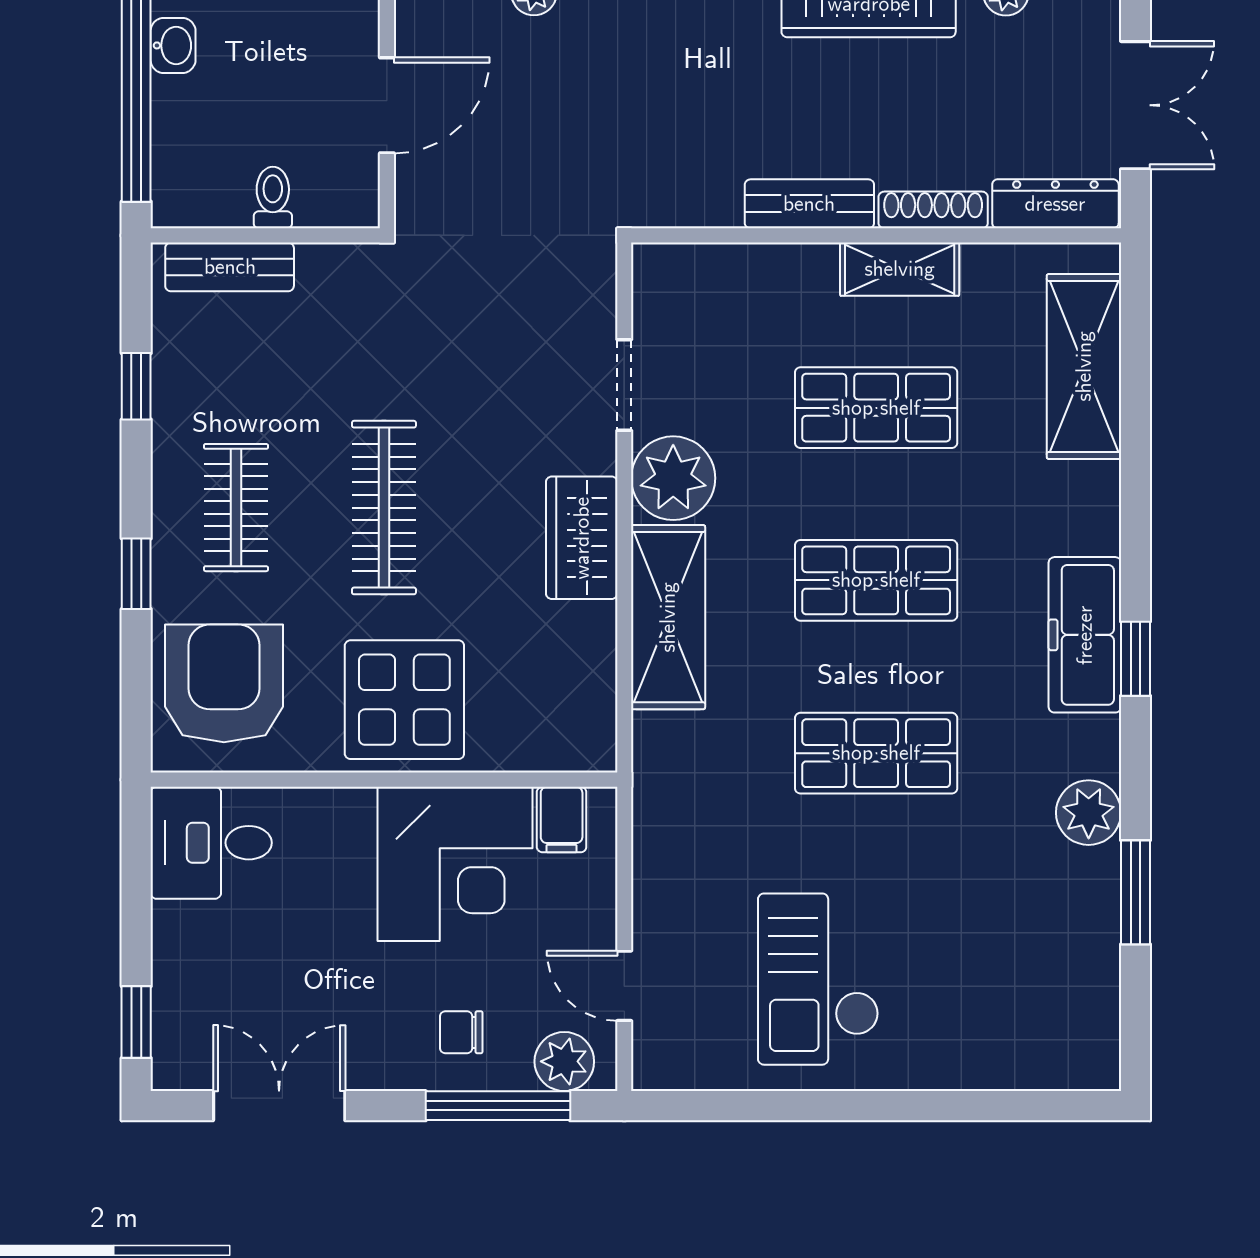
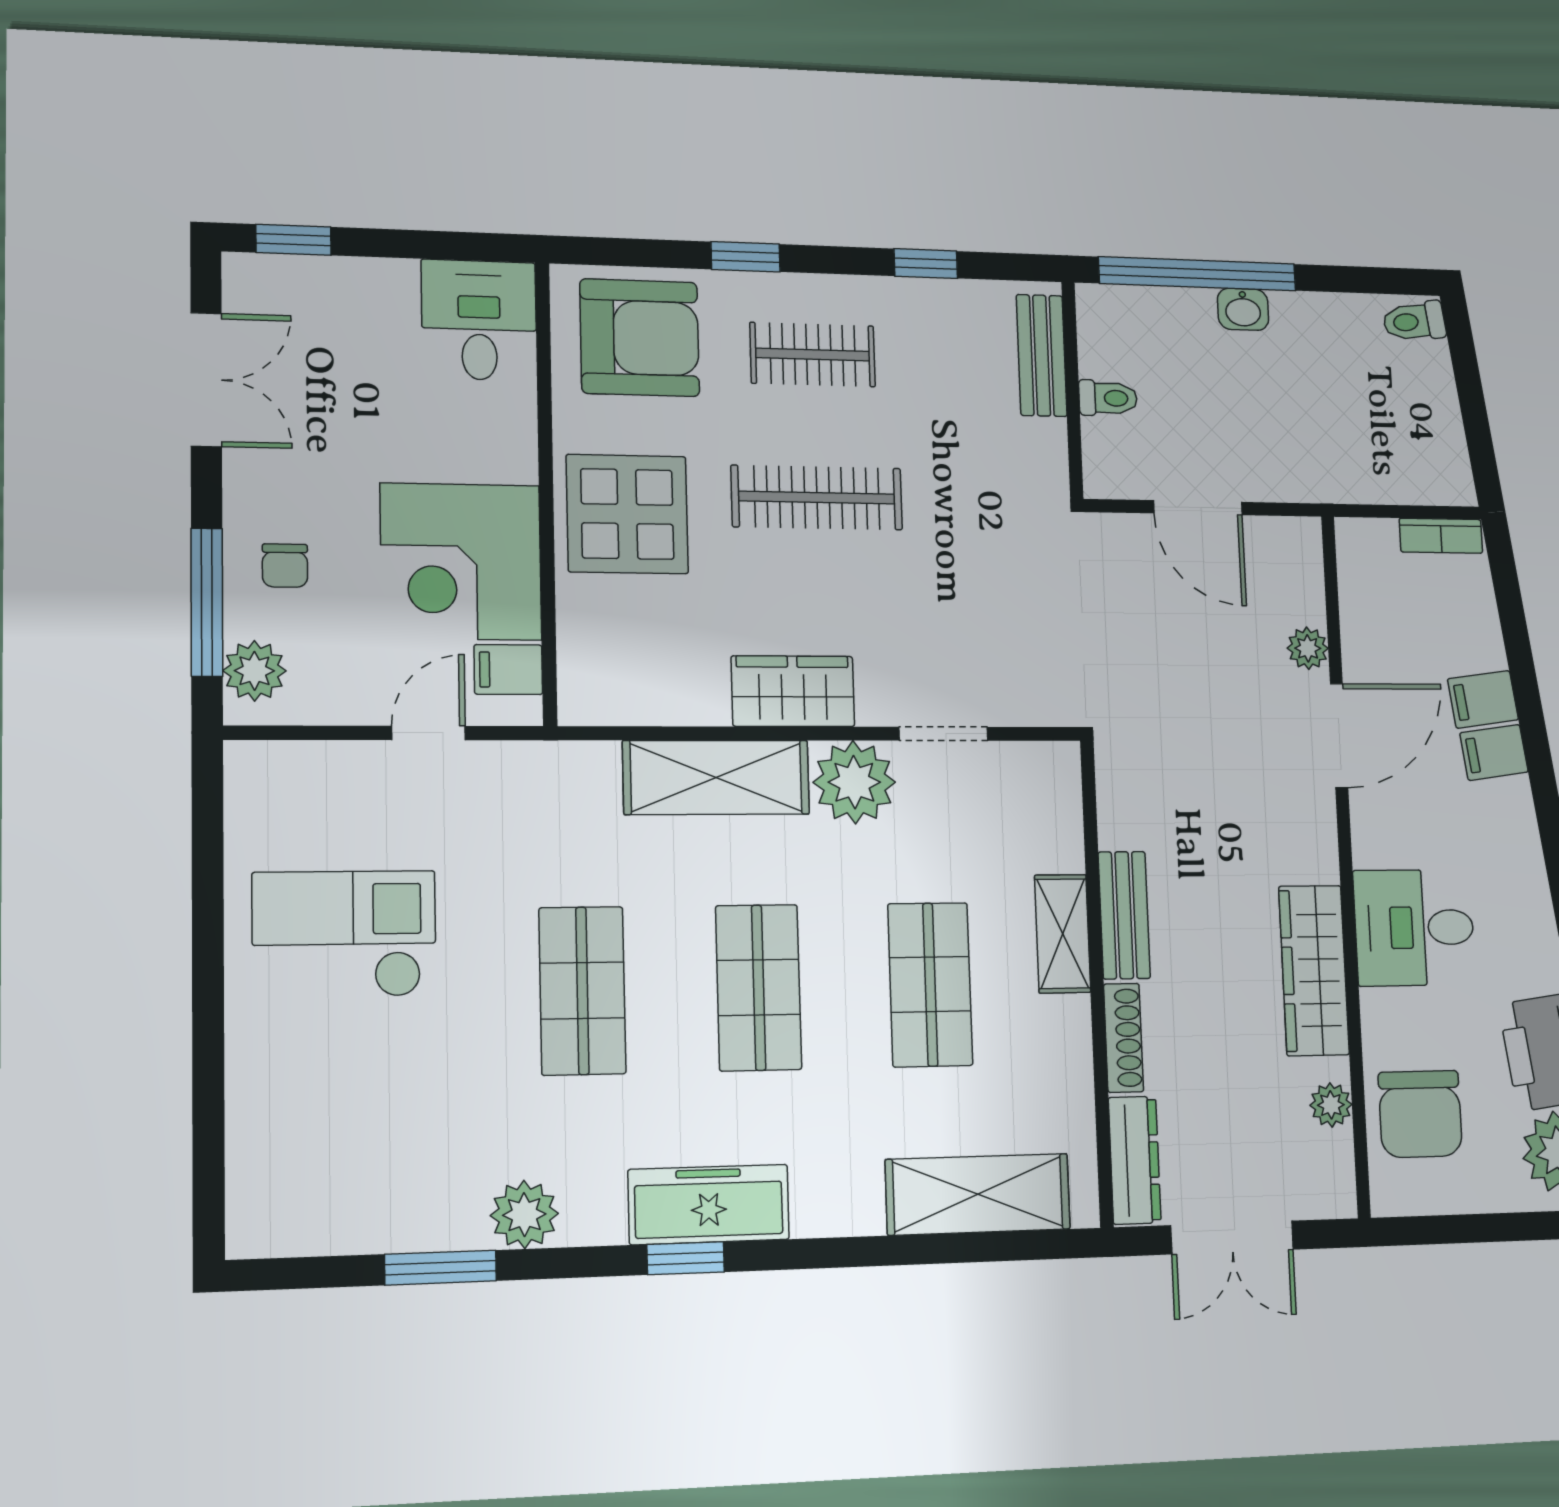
shelving: (900, 269) -> (1063, 934), moved
door: (624, 986) -> (429, 733), moved
chair: (461, 1032) -> (285, 566), turned 180

